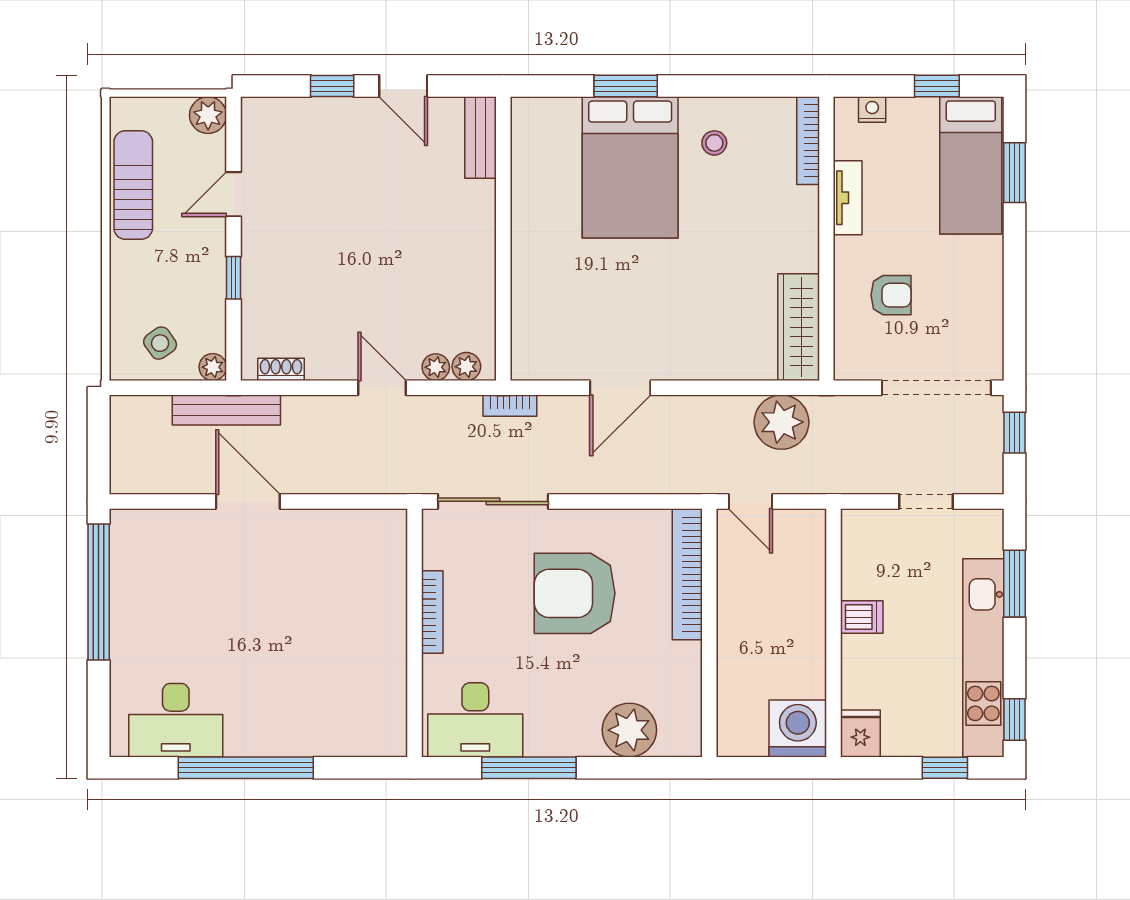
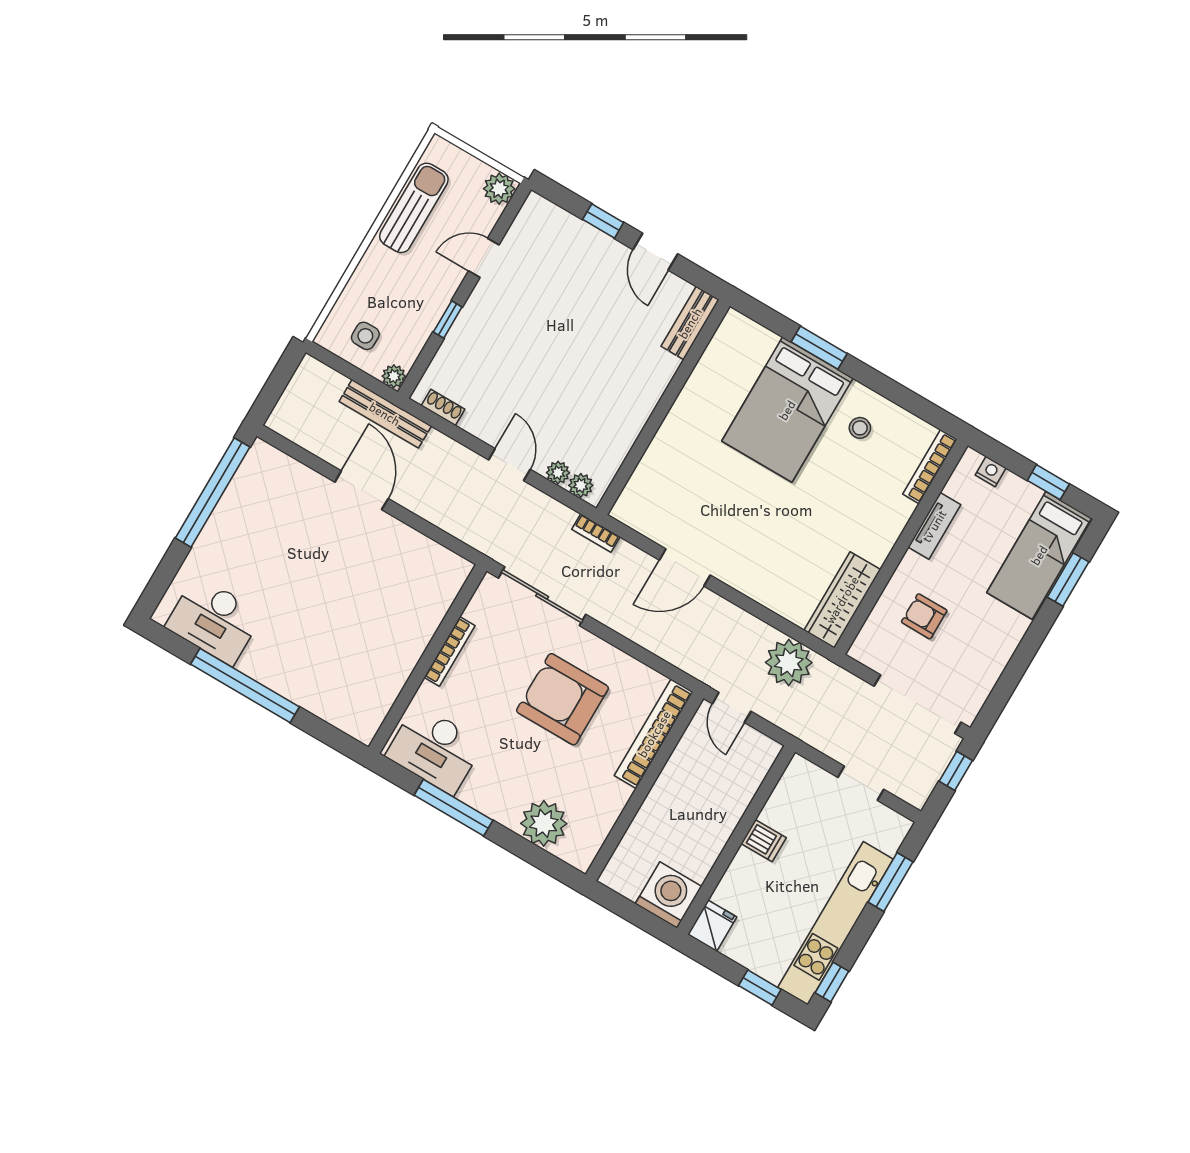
armchair: (891, 295) -> (924, 616), turned 180
side table: (160, 343) -> (365, 336), turned 35

